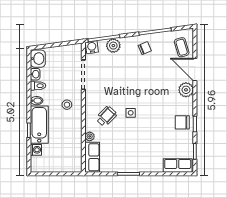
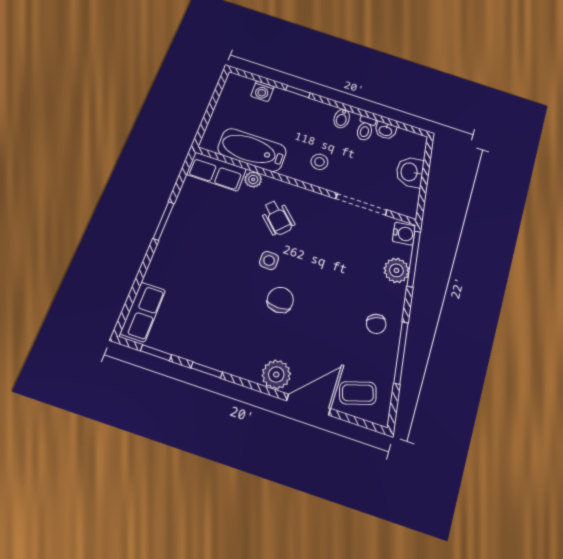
washbasin: (38, 59) -> (410, 172), moved, turned 82
chair: (182, 122) -> (280, 300), moved
bathtub: (39, 125) -> (252, 150), moved, turned 180

